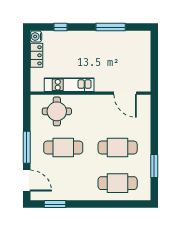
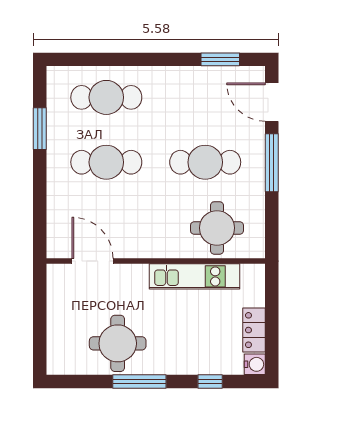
window: (111, 27) -> (139, 381), moved
round table: (111, 48) -> (118, 343), added

